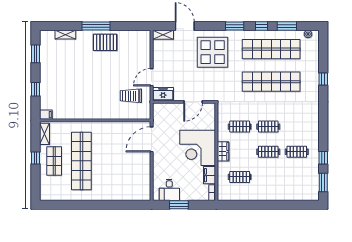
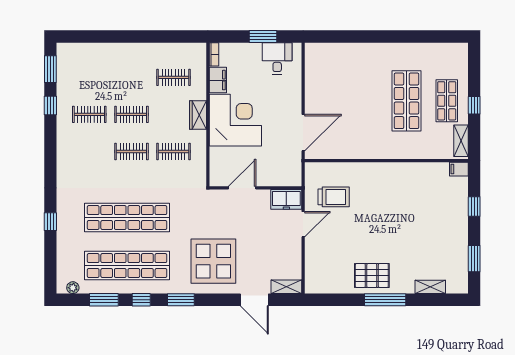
shop shelf: (81, 161) -> (406, 101), width x0.71

